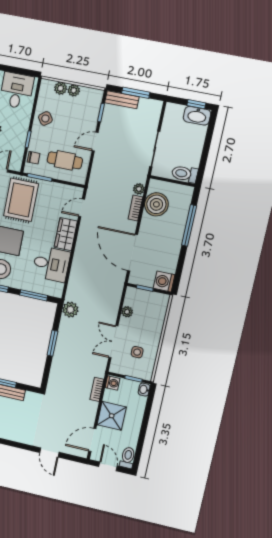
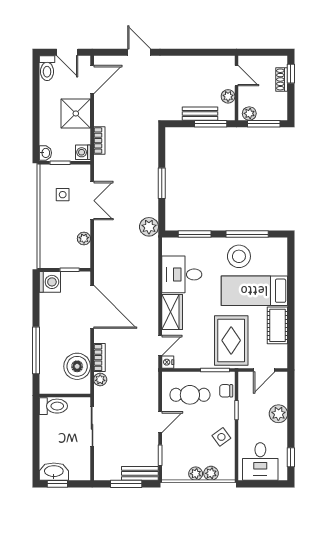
nightstand: (78, 192) -> (168, 362), added

